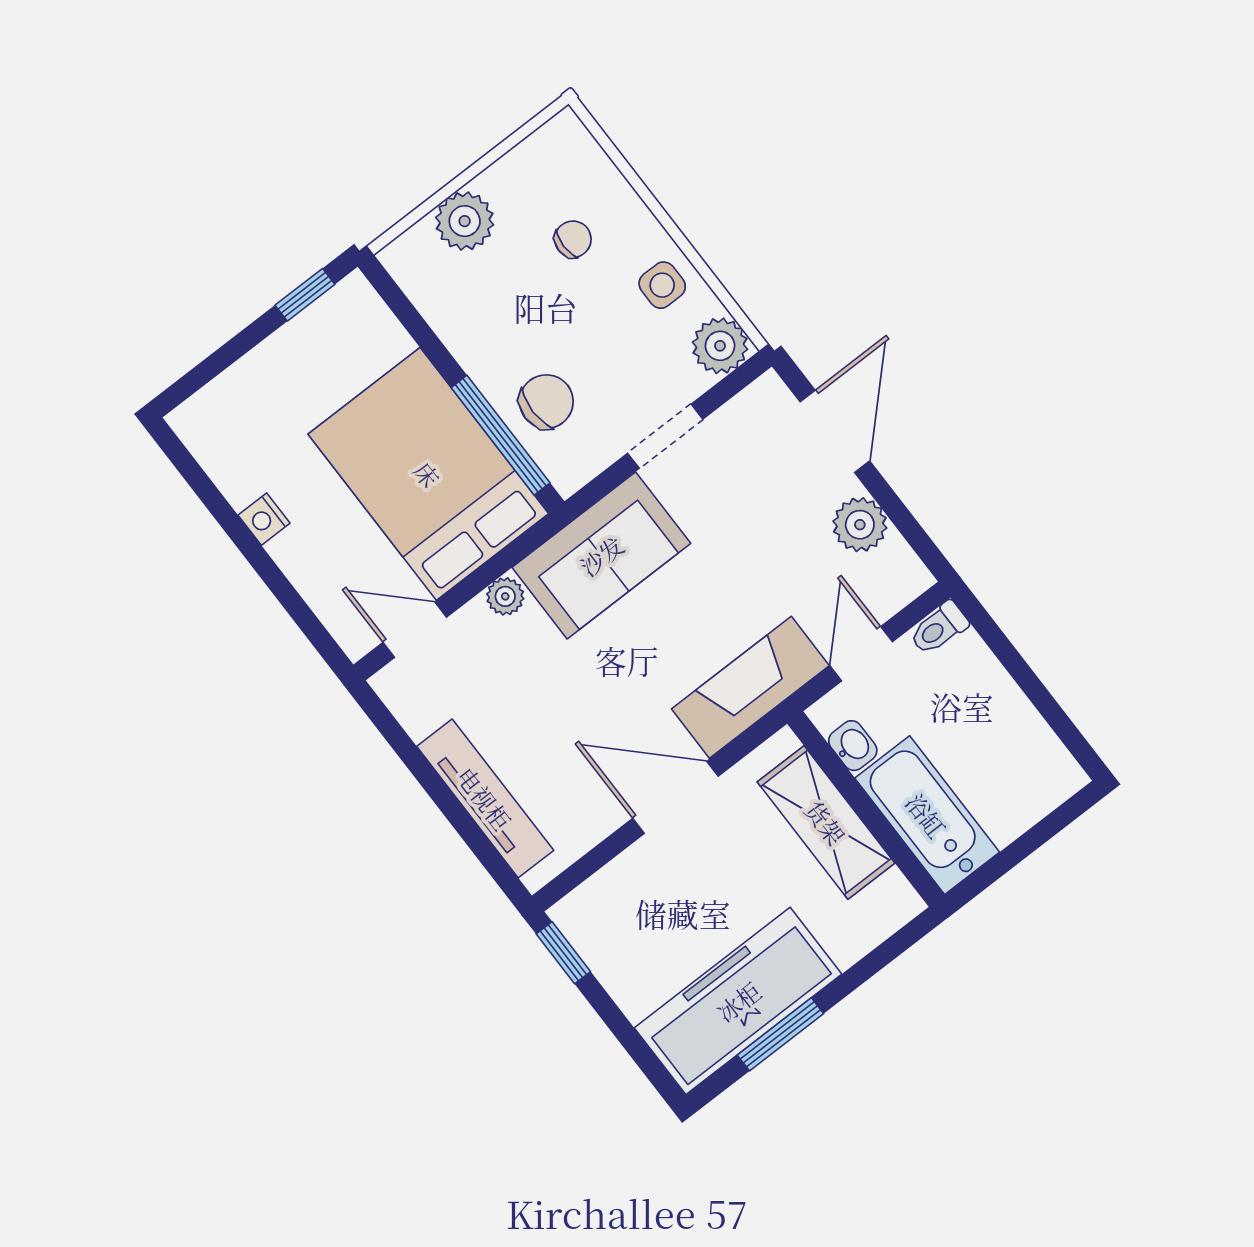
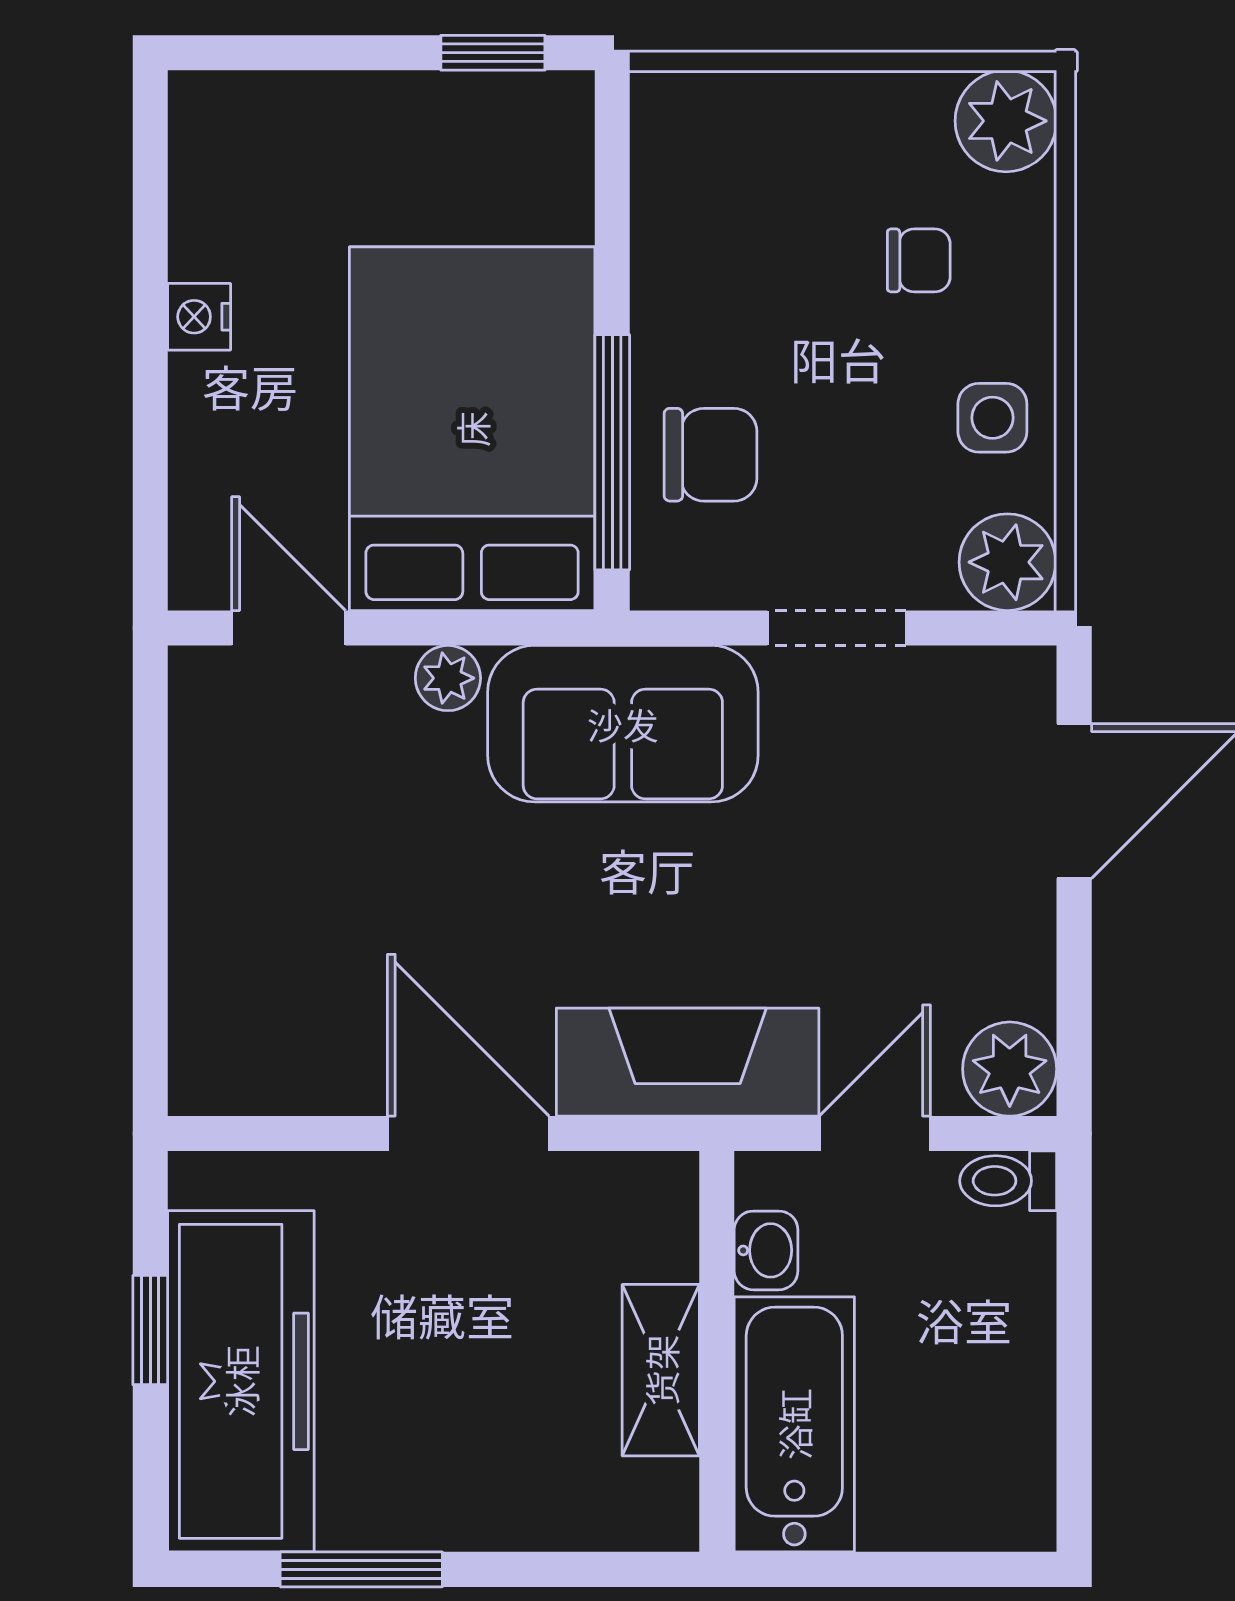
plant: (465, 221) -> (1006, 121), moved
plant: (860, 525) -> (1010, 1069), moved
tv unit: (485, 798) -> (207, 934), removed
shelving: (826, 822) -> (661, 1370), width x0.67, depth x0.75
window: (563, 953) -> (150, 1330), moved
freezer: (738, 1001) -> (241, 1381), moved, turned 90

